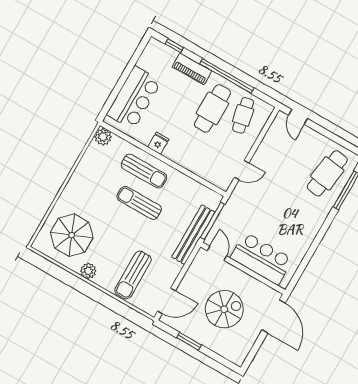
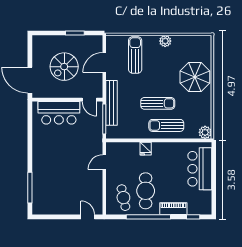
fridge: (158, 143) -> (146, 149), moved
cafe table: (327, 173) -> (48, 192), removed
parasol: (72, 235) -> (195, 77), moved
door: (166, 301) -> (104, 62), moved

